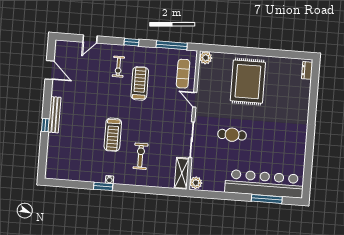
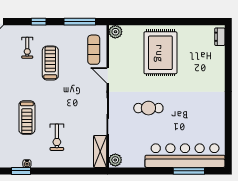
exercise bike: (141, 156) -> (57, 137), turned 180

